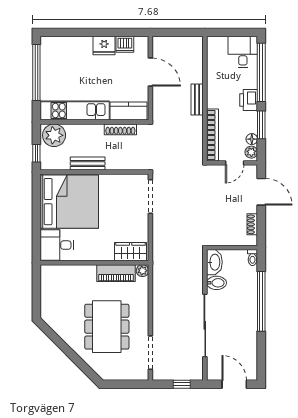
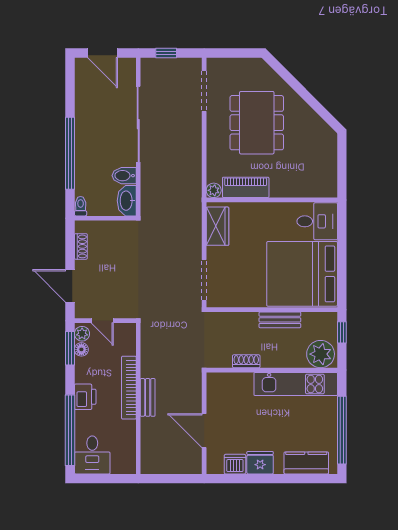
kitchen counter: (129, 111) -> (306, 463), moved, turned 180
window: (261, 125) -> (70, 348), moved
shoe rack: (120, 129) -> (246, 361), width x0.70
bookcase: (213, 135) -> (129, 388), moved
door: (235, 163) -> (102, 321), swing flipped
wardrobe: (131, 252) -> (217, 226), moved, turned -90

